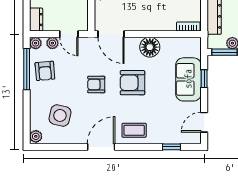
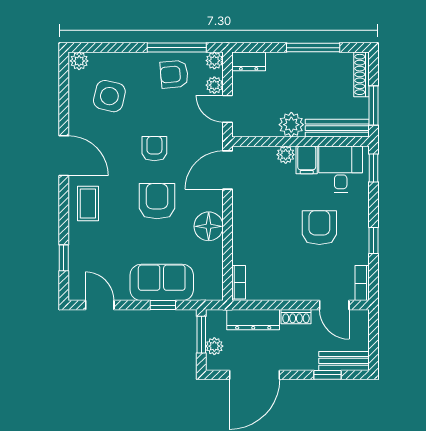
door: (69, 34) -> (227, 109), hinge flipped

